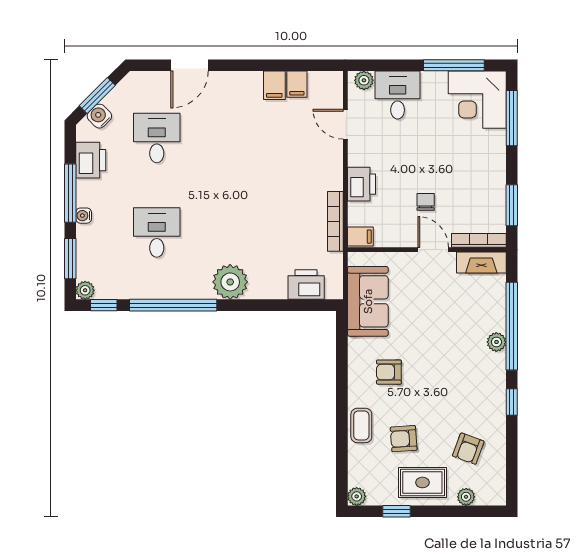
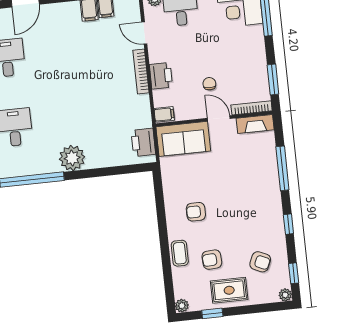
bookcase: (335, 221) -> (141, 71), moved
printer: (306, 285) -> (143, 142), moved, turned -90
sofa: (368, 301) -> (183, 139), moved, turned 90
window: (512, 326) -> (282, 168), width x0.68
plant: (496, 342) -> (273, 181), removed
armchair: (468, 449) -> (260, 262), turned -86
window: (512, 469) -> (294, 273), added
plant: (466, 497) -> (285, 295), moved

